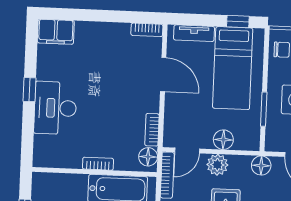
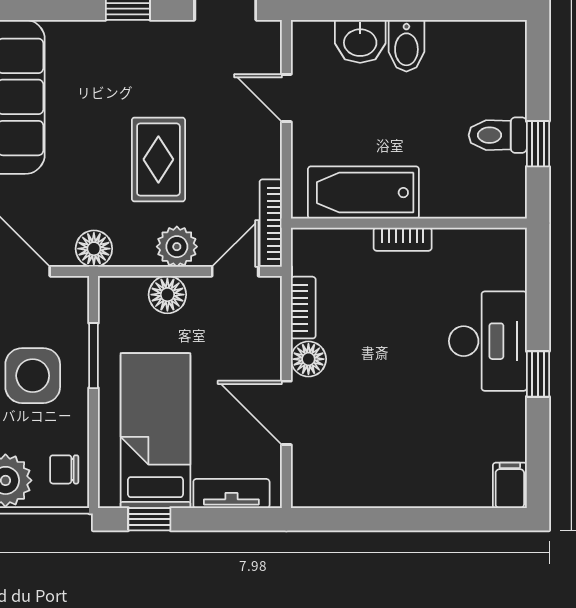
bookcase: (147, 30) -> (321, 496), removed
filing cabinet: (56, 32) -> (510, 485), width x0.50
floor lamp: (148, 157) -> (308, 359), moved

